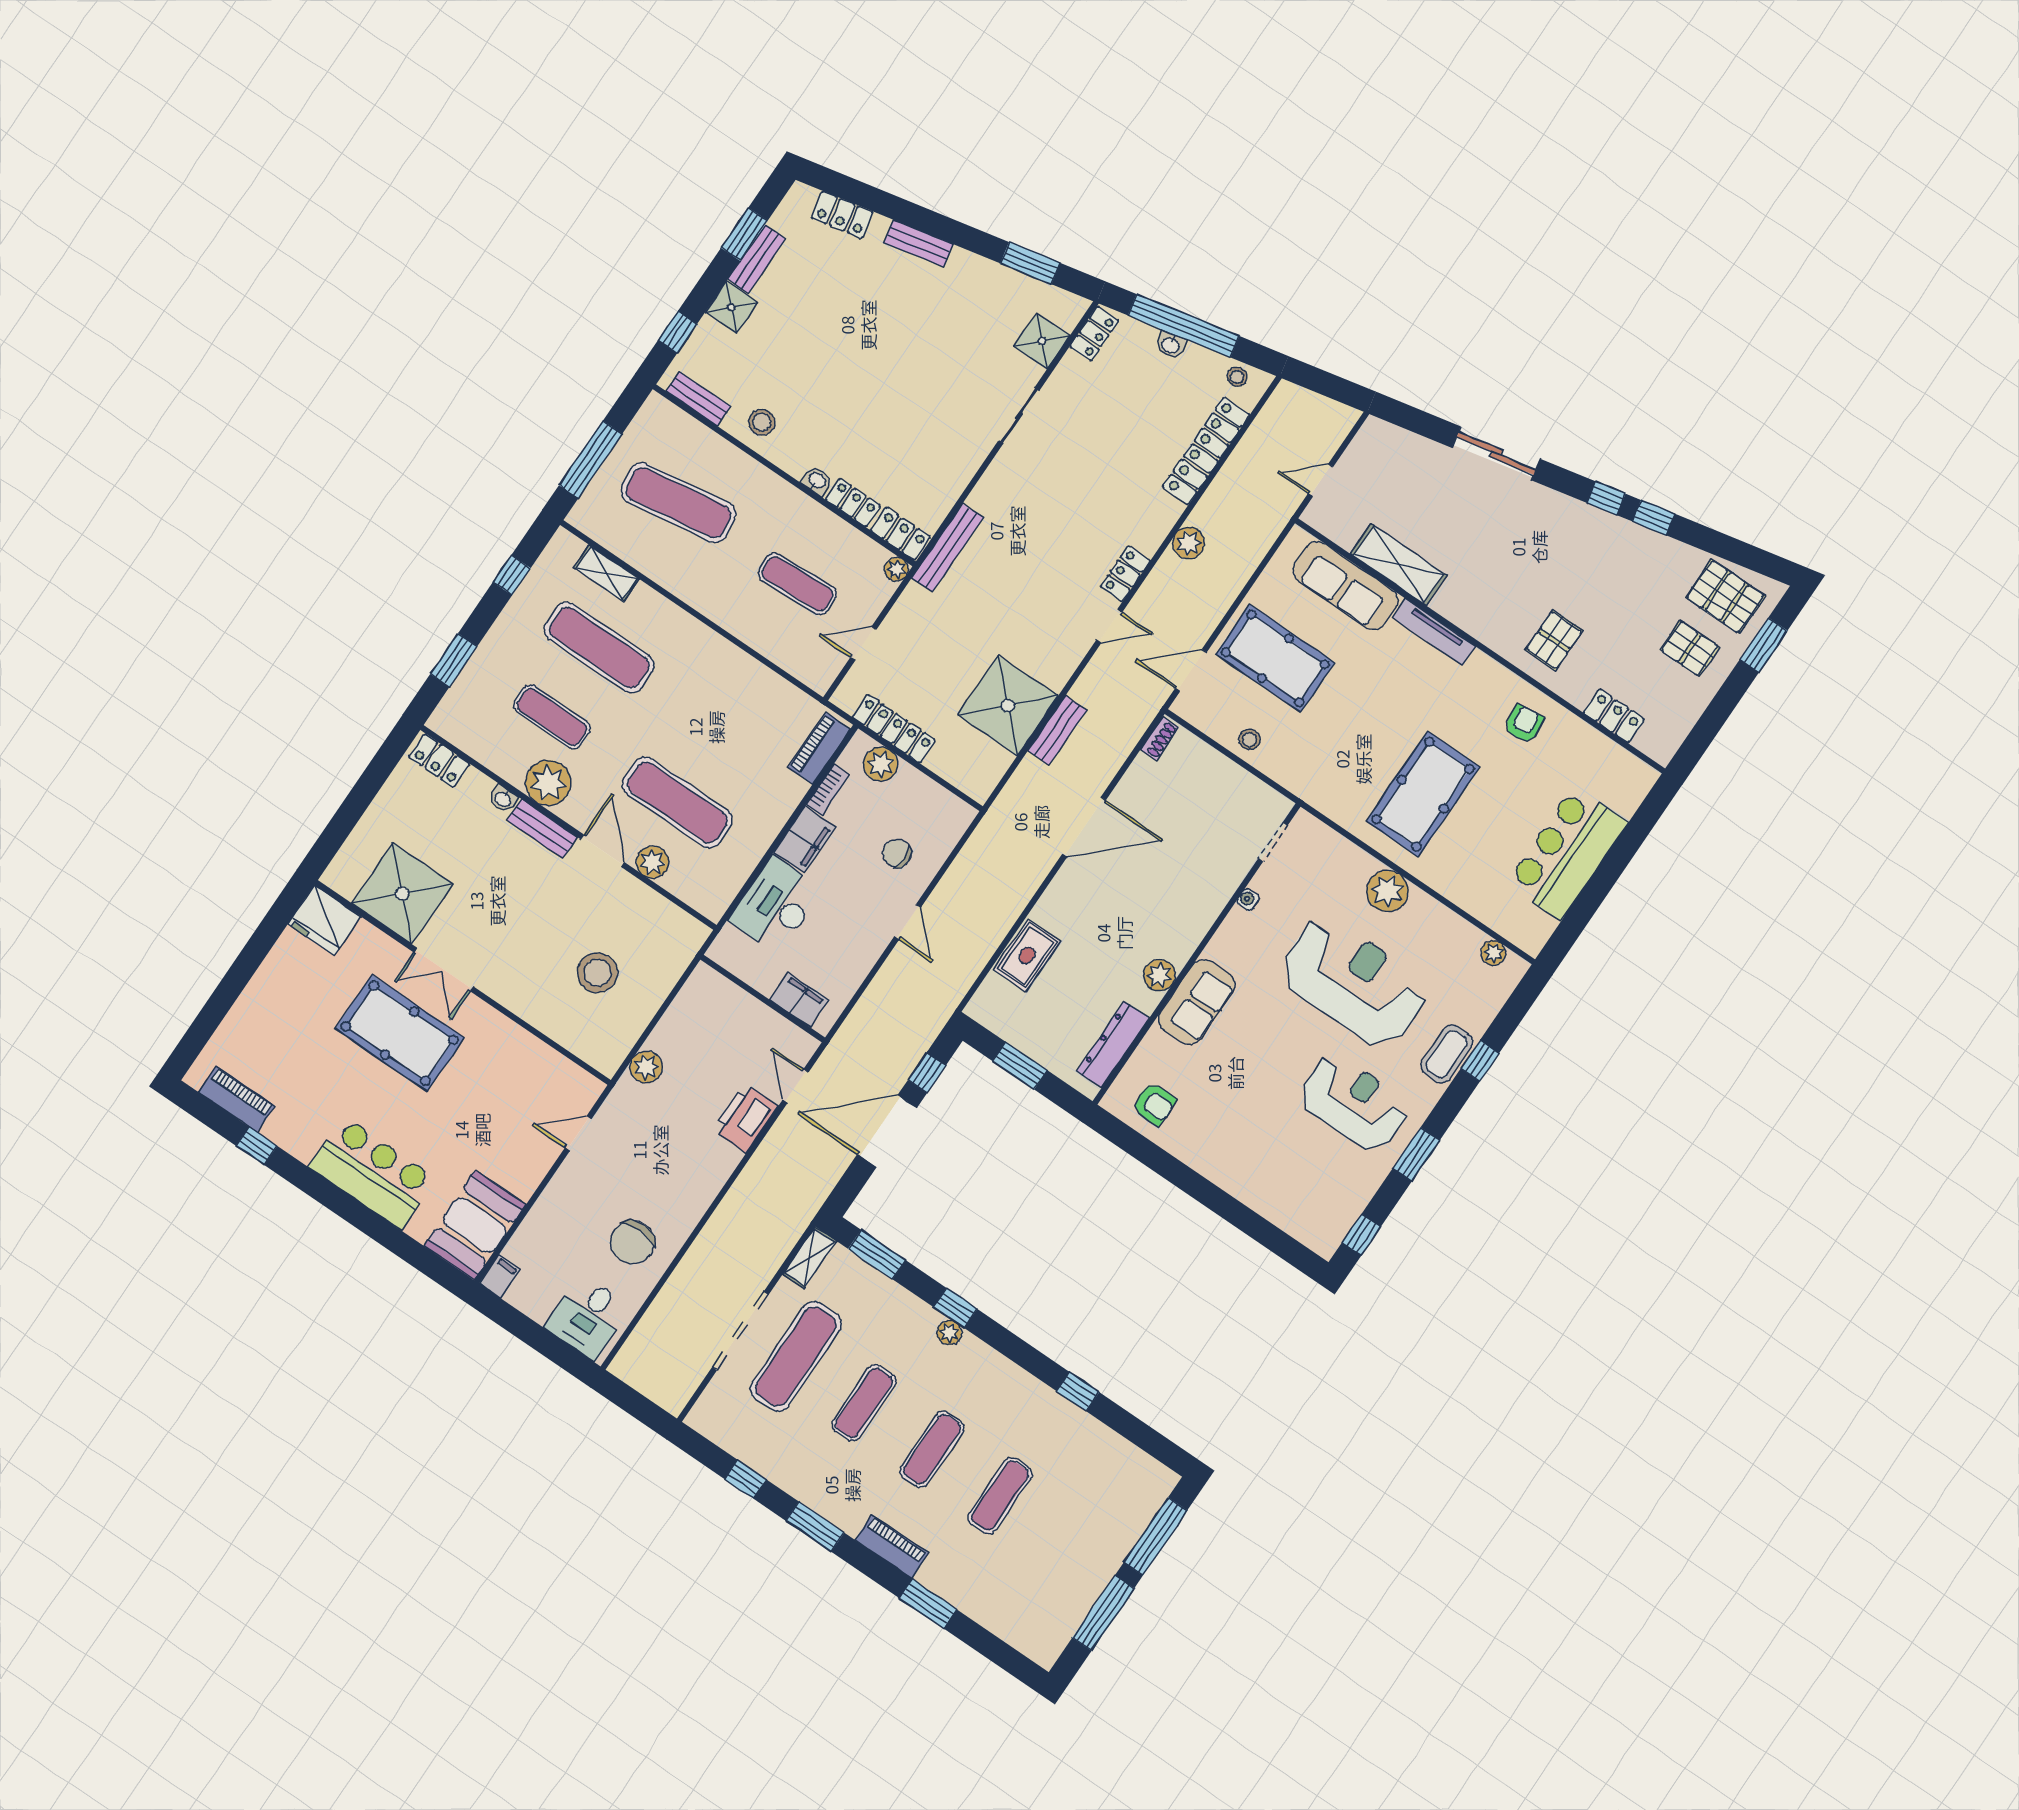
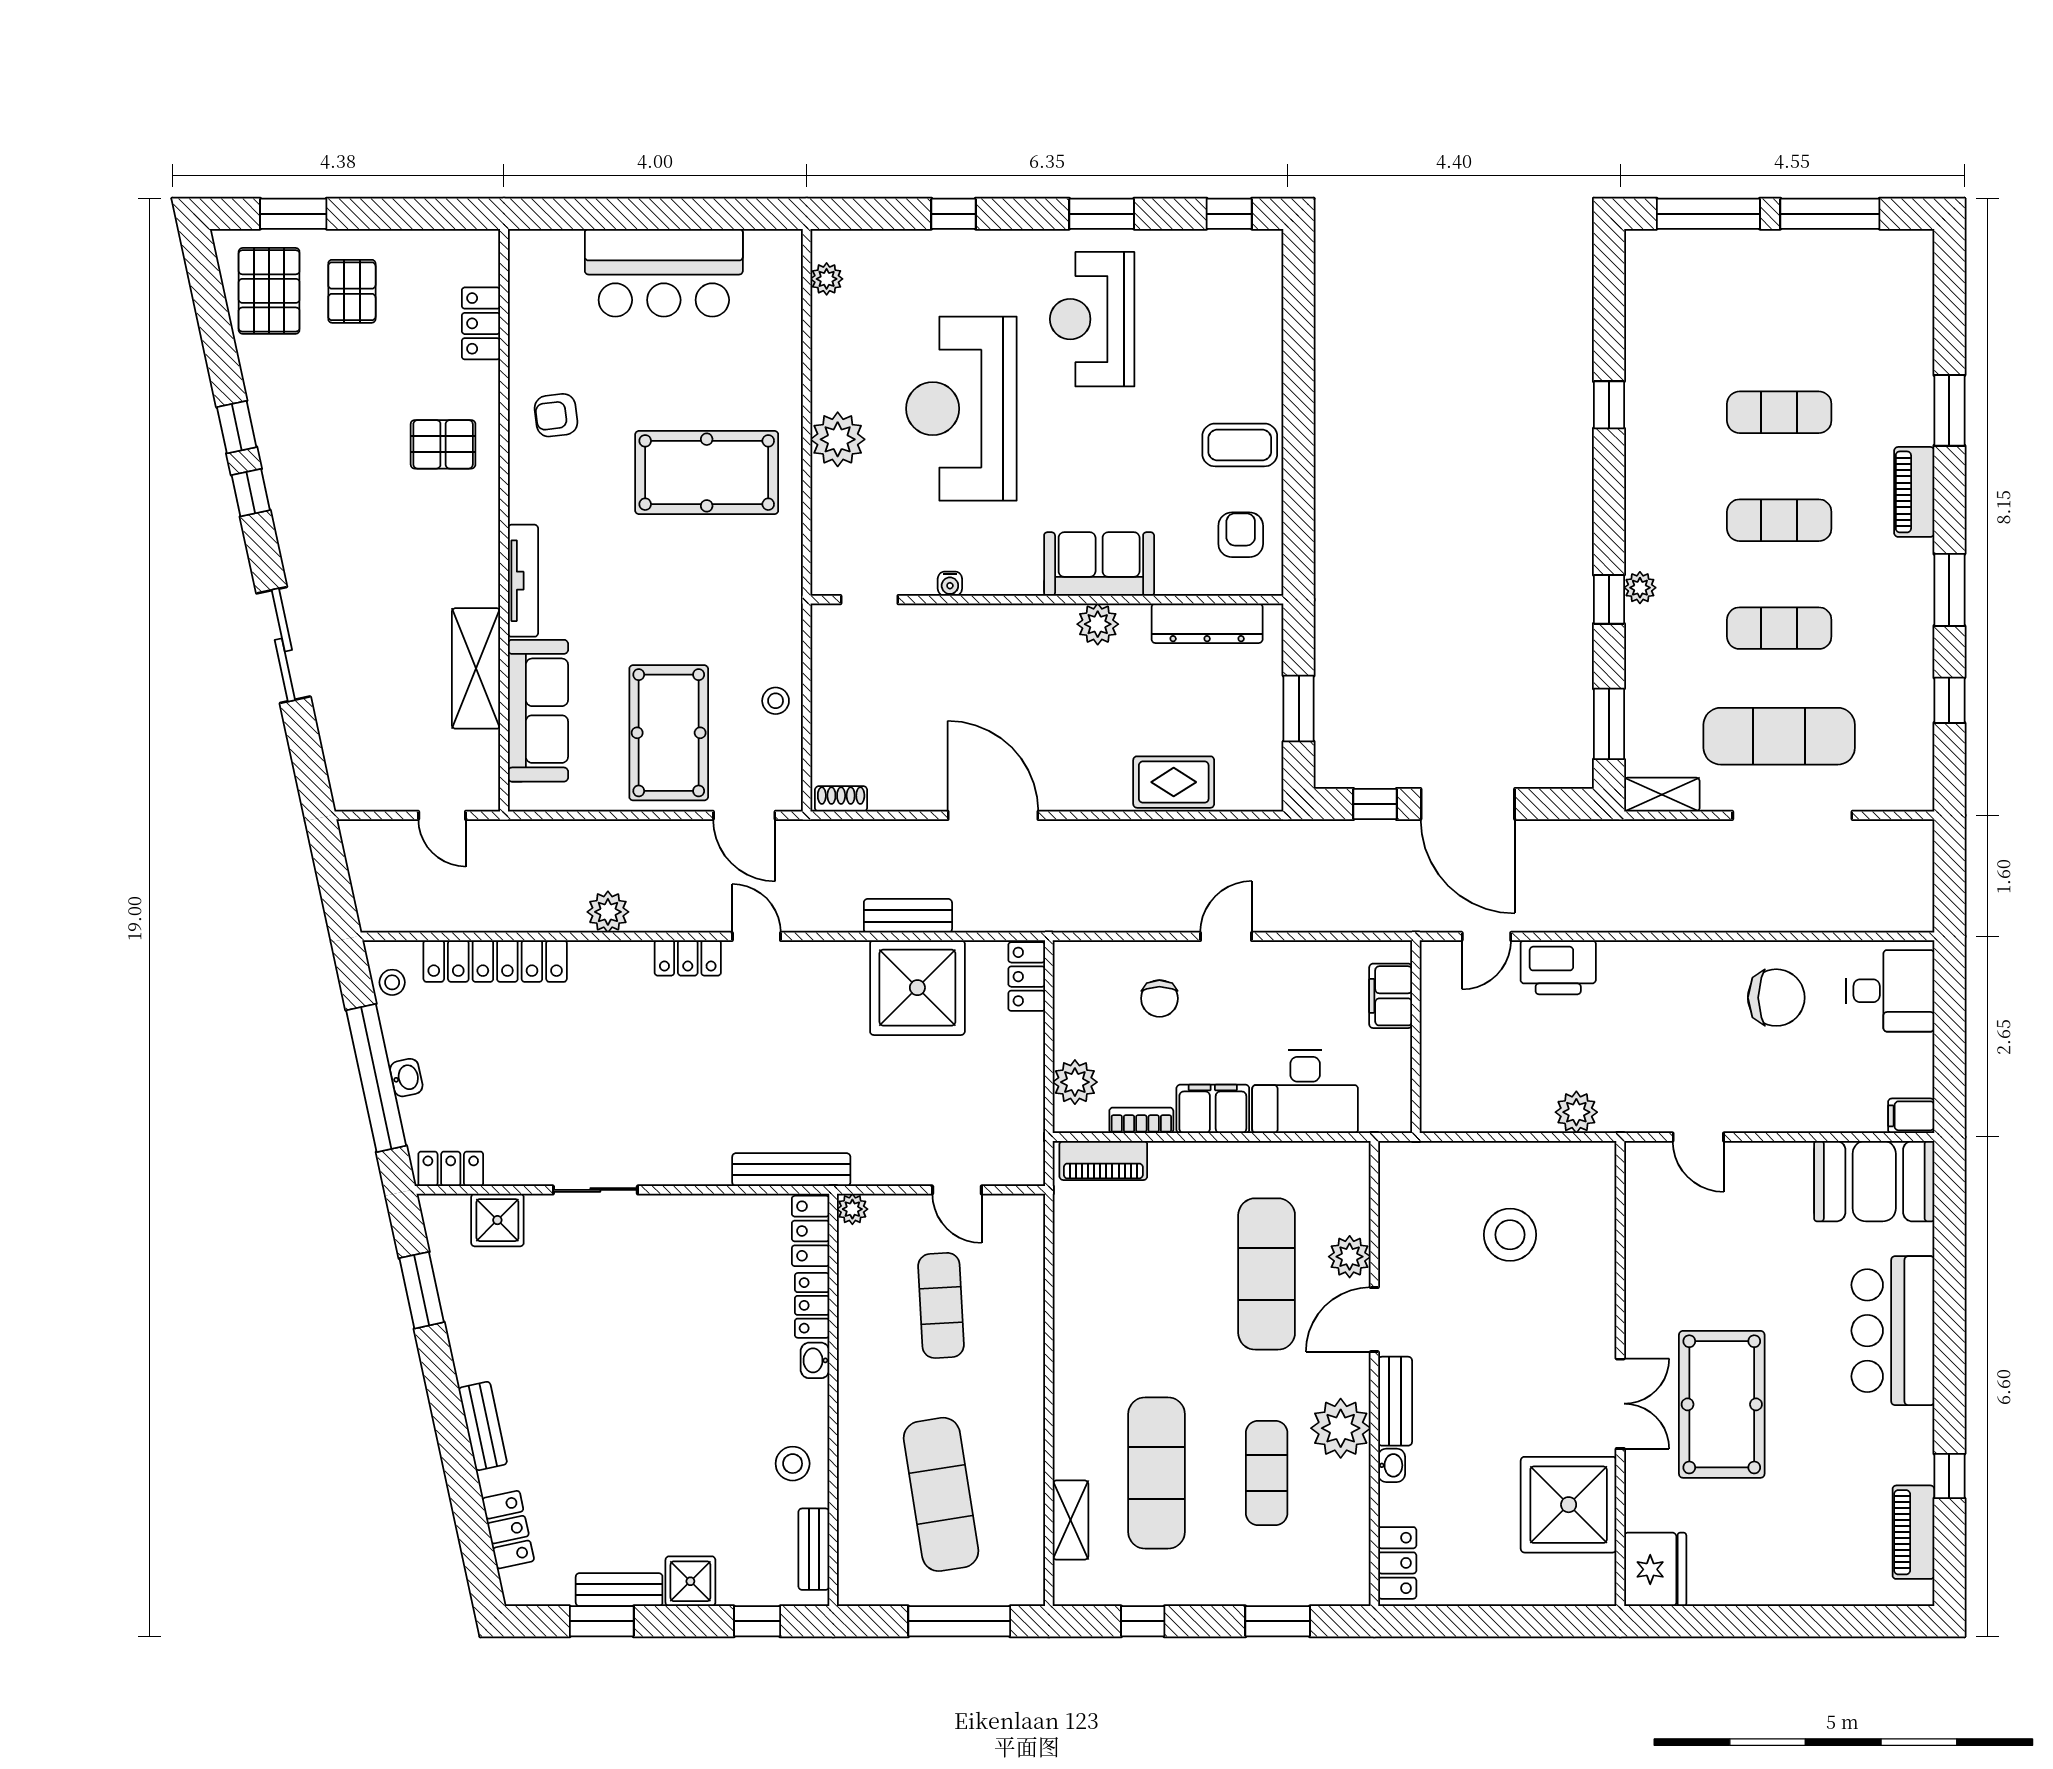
locker: (894, 729) -> (1027, 977), moved, width x0.66
coffee table: (1447, 1054) -> (1240, 445), moved

